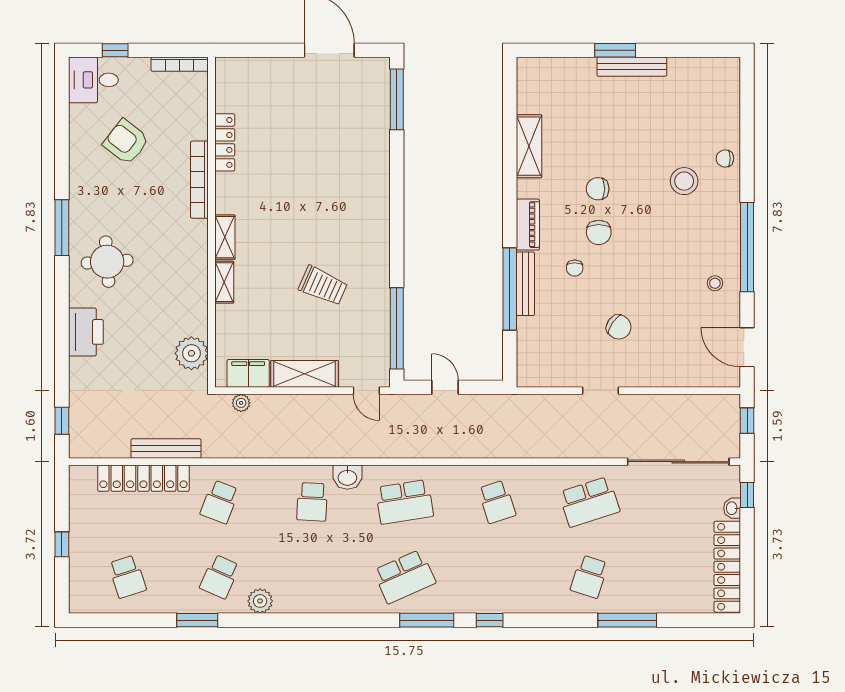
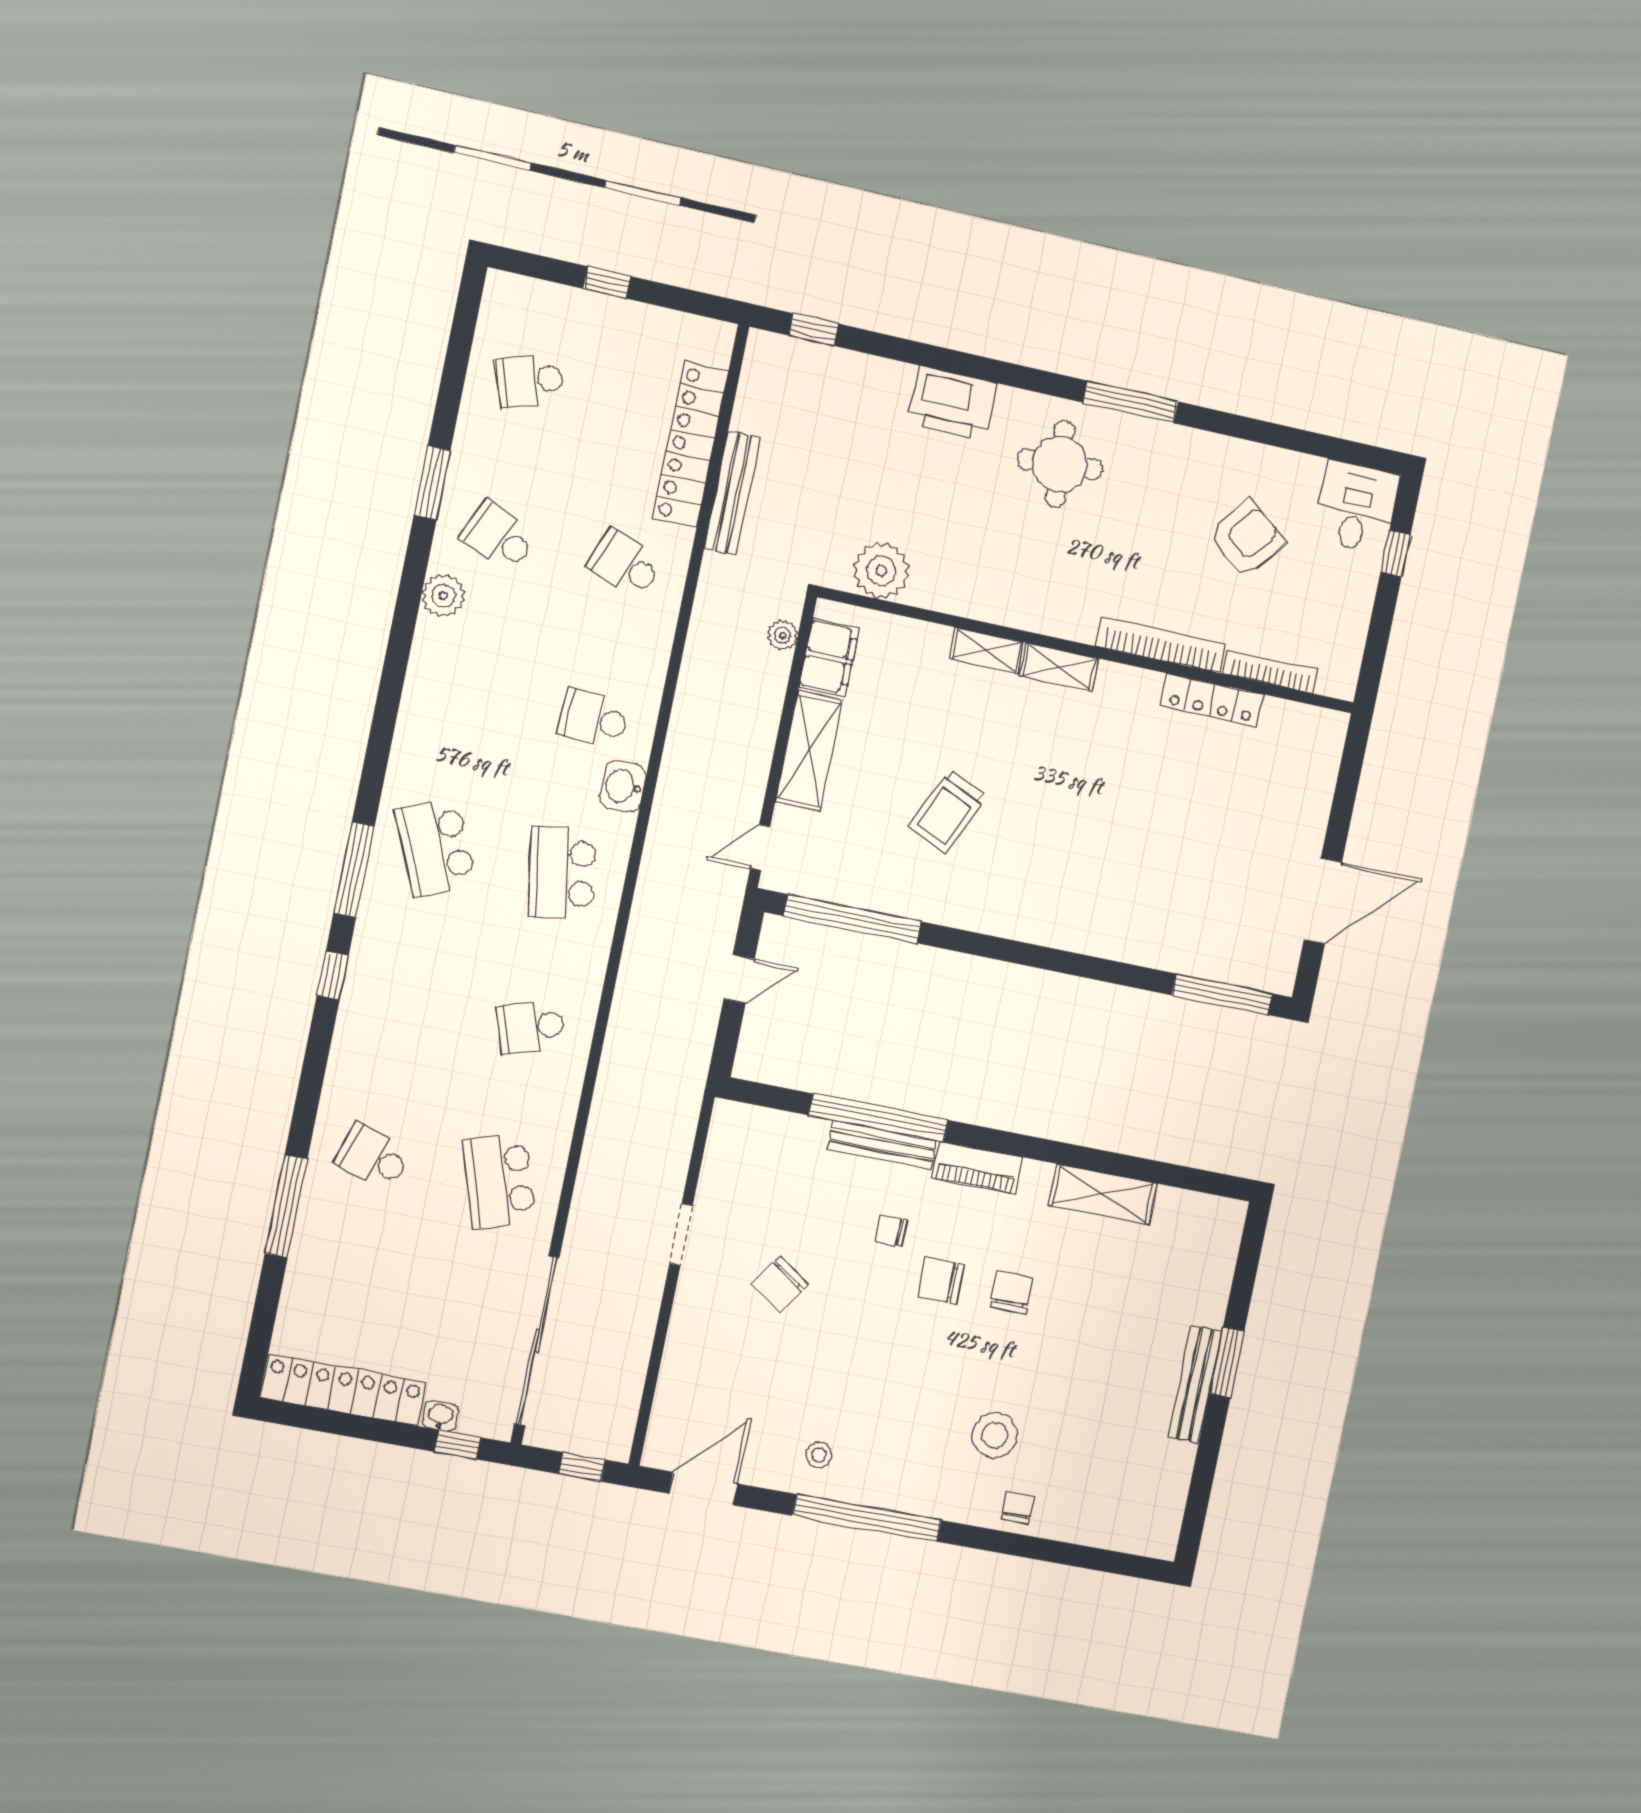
bookcase: (180, 64) -> (1271, 672), moved, turned 90

